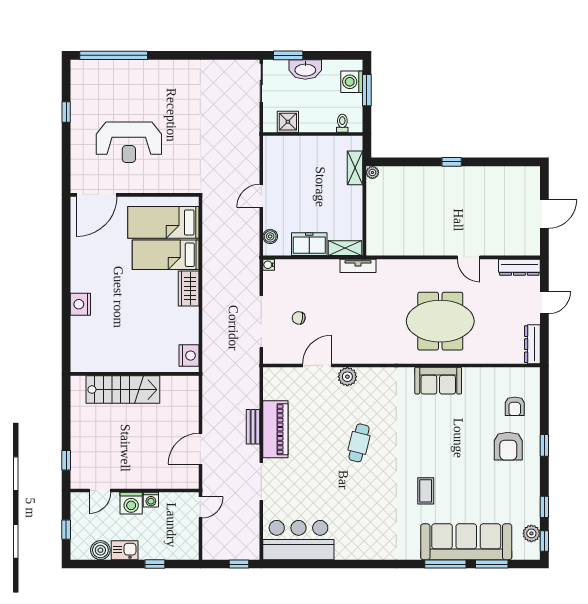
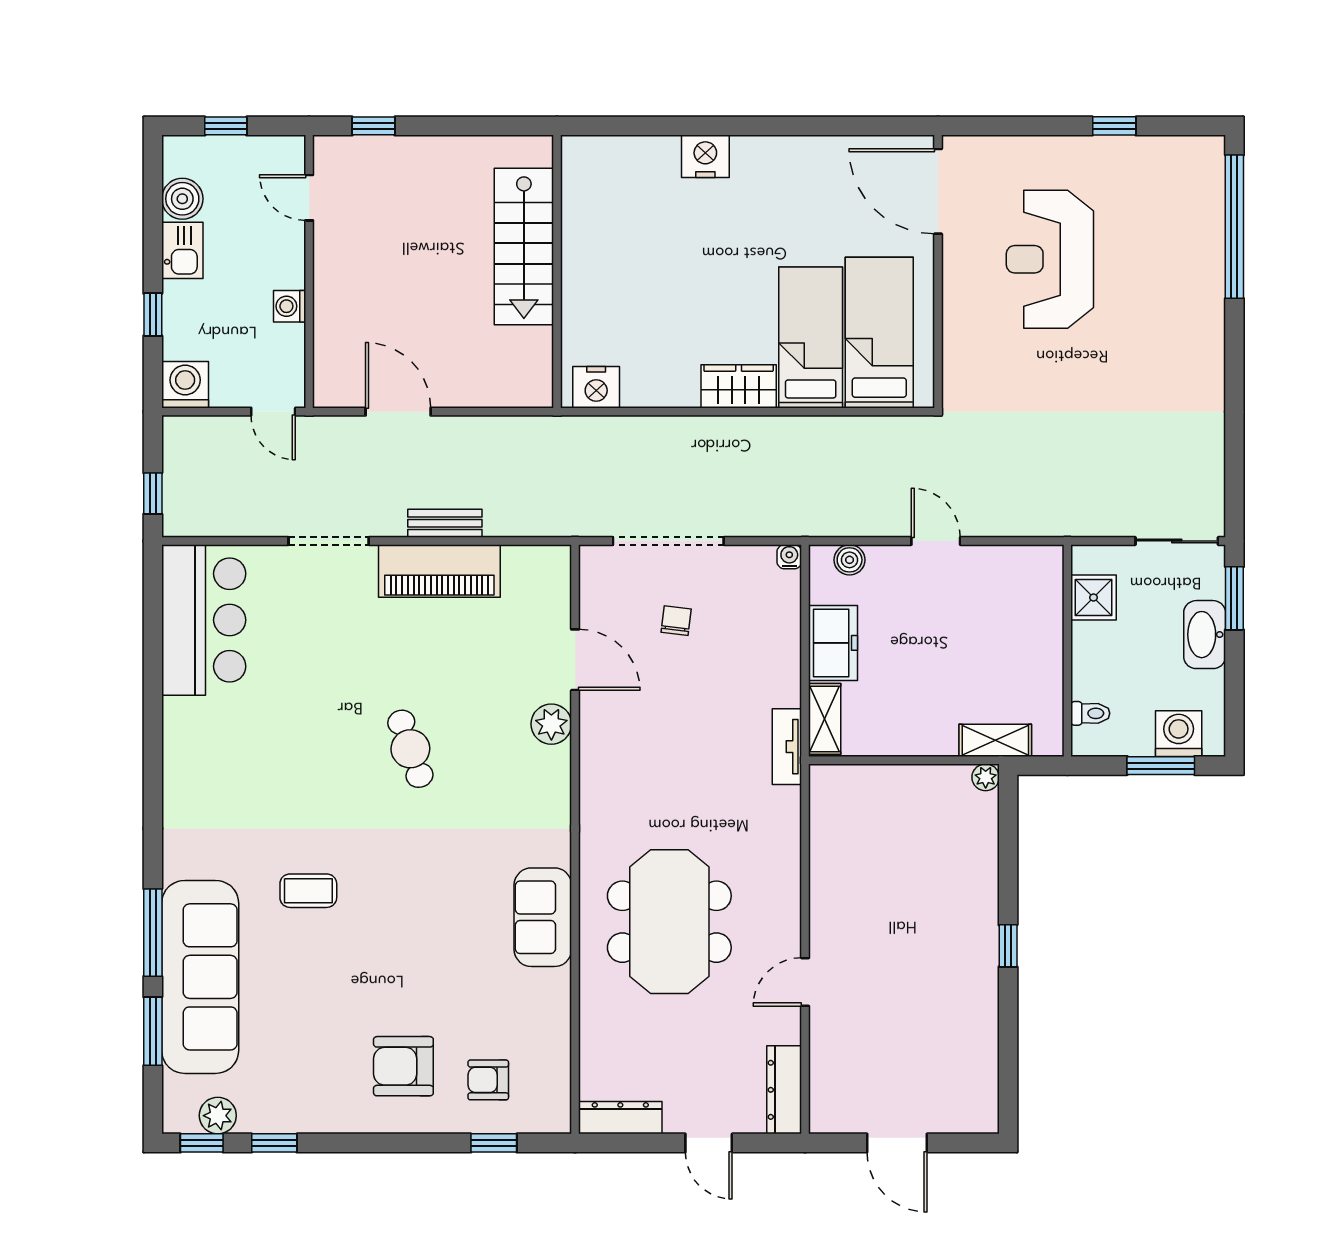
cafe table: (359, 443) -> (410, 749), turned 57
window: (544, 445) -> (494, 1143), moved
washing machine: (131, 503) -> (185, 385), moved, turned 90

